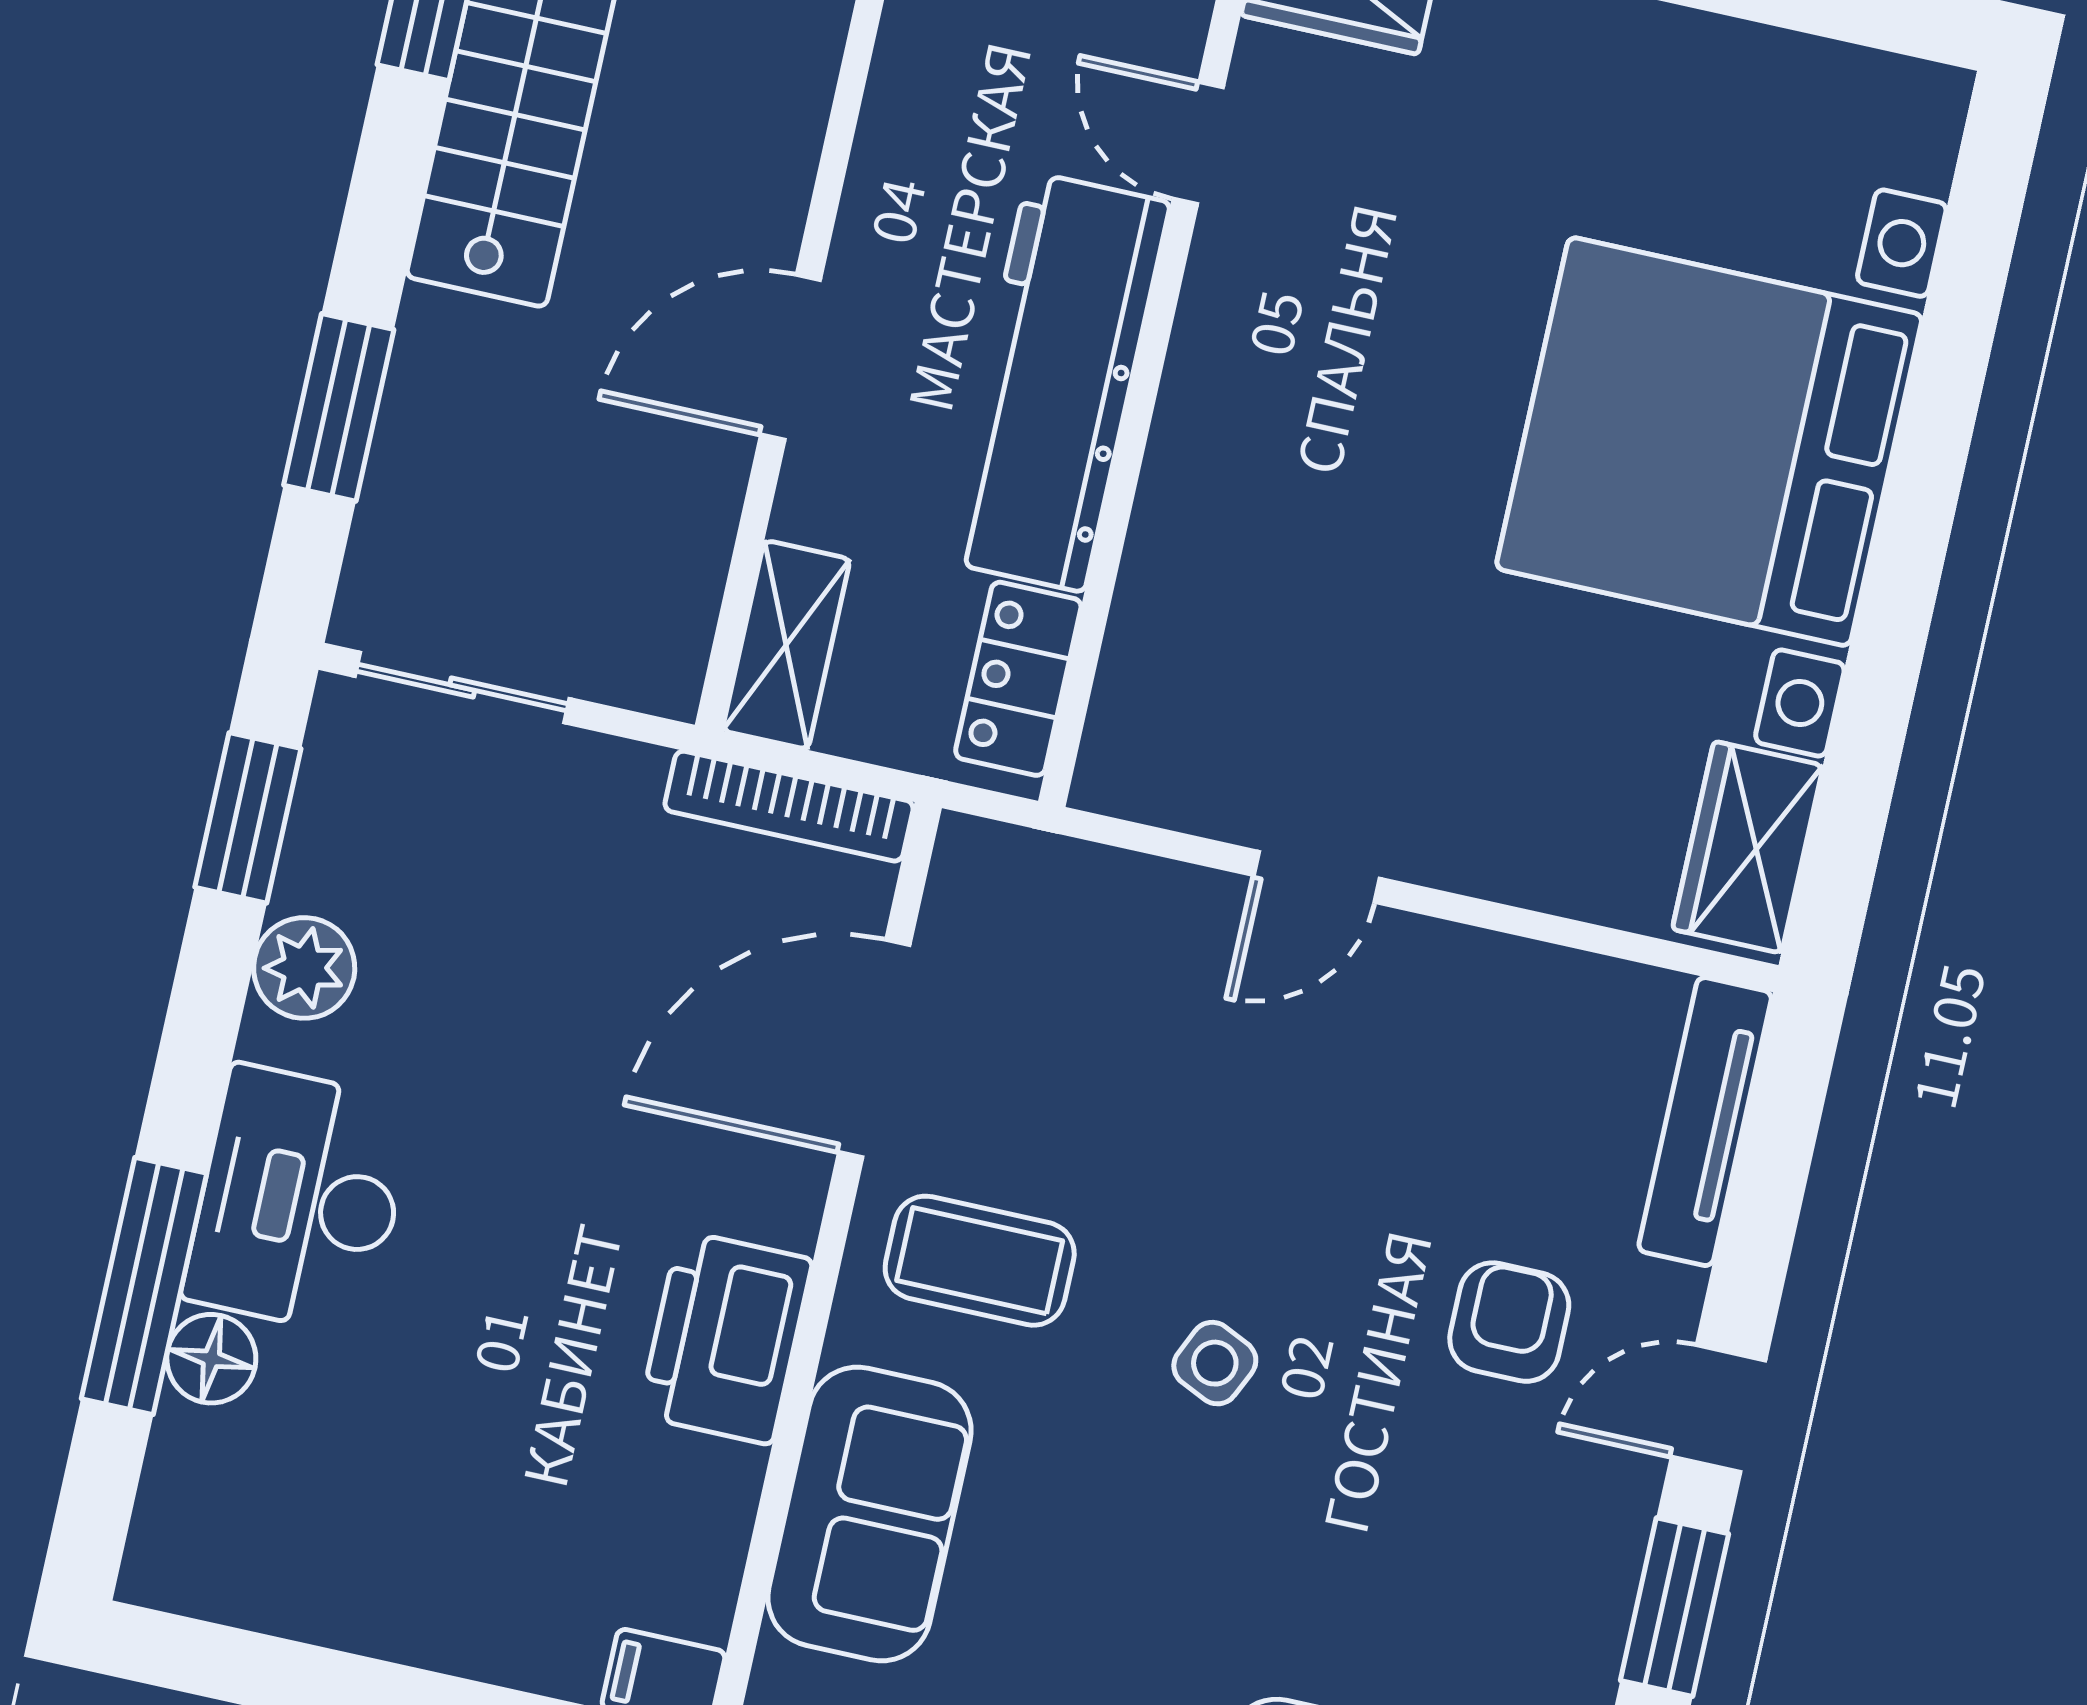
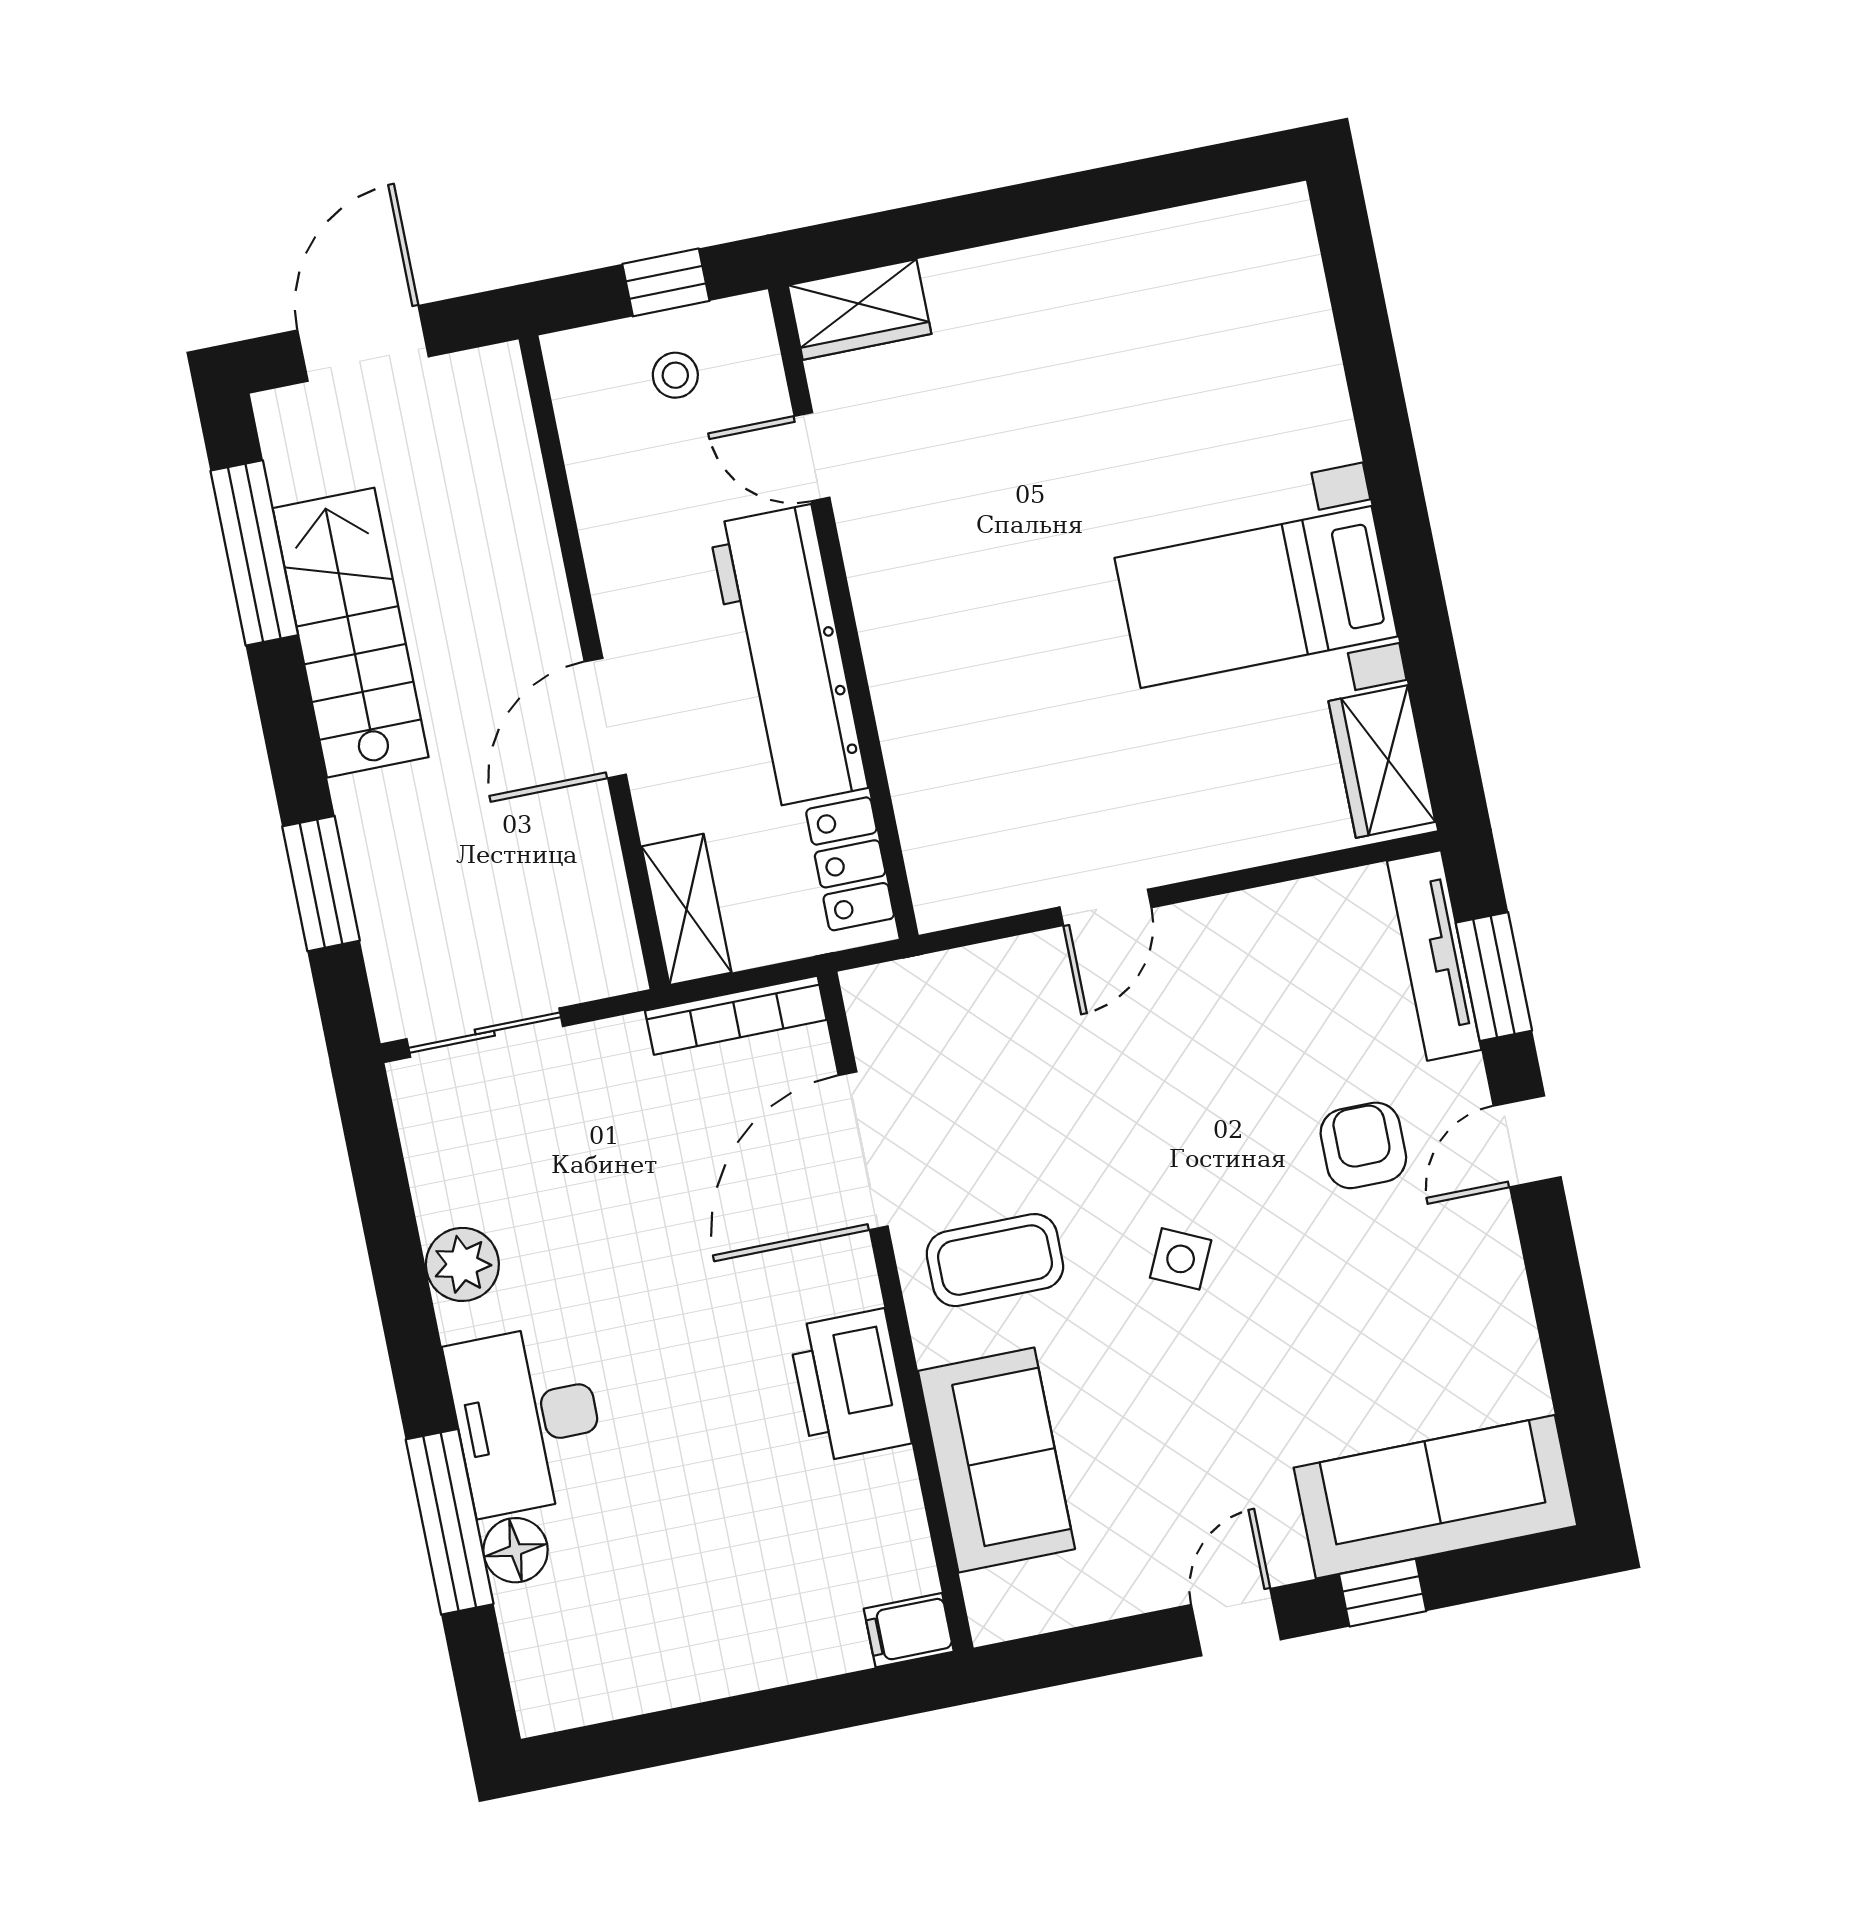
bed with nightstands: (1709, 442) -> (1256, 597), width x0.54
window: (248, 818) -> (381, 1182), removed
window: (1674, 1607) -> (1494, 977), moved

